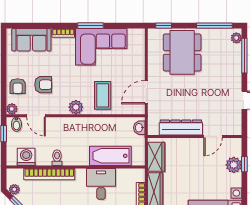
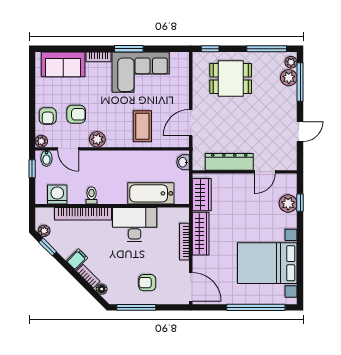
dining table: (182, 52) -> (231, 78), width x0.73
plant: (234, 52) -> (289, 78), added
plant: (76, 107) -> (97, 139), moved
desk: (101, 184) -> (135, 225), width x1.37

